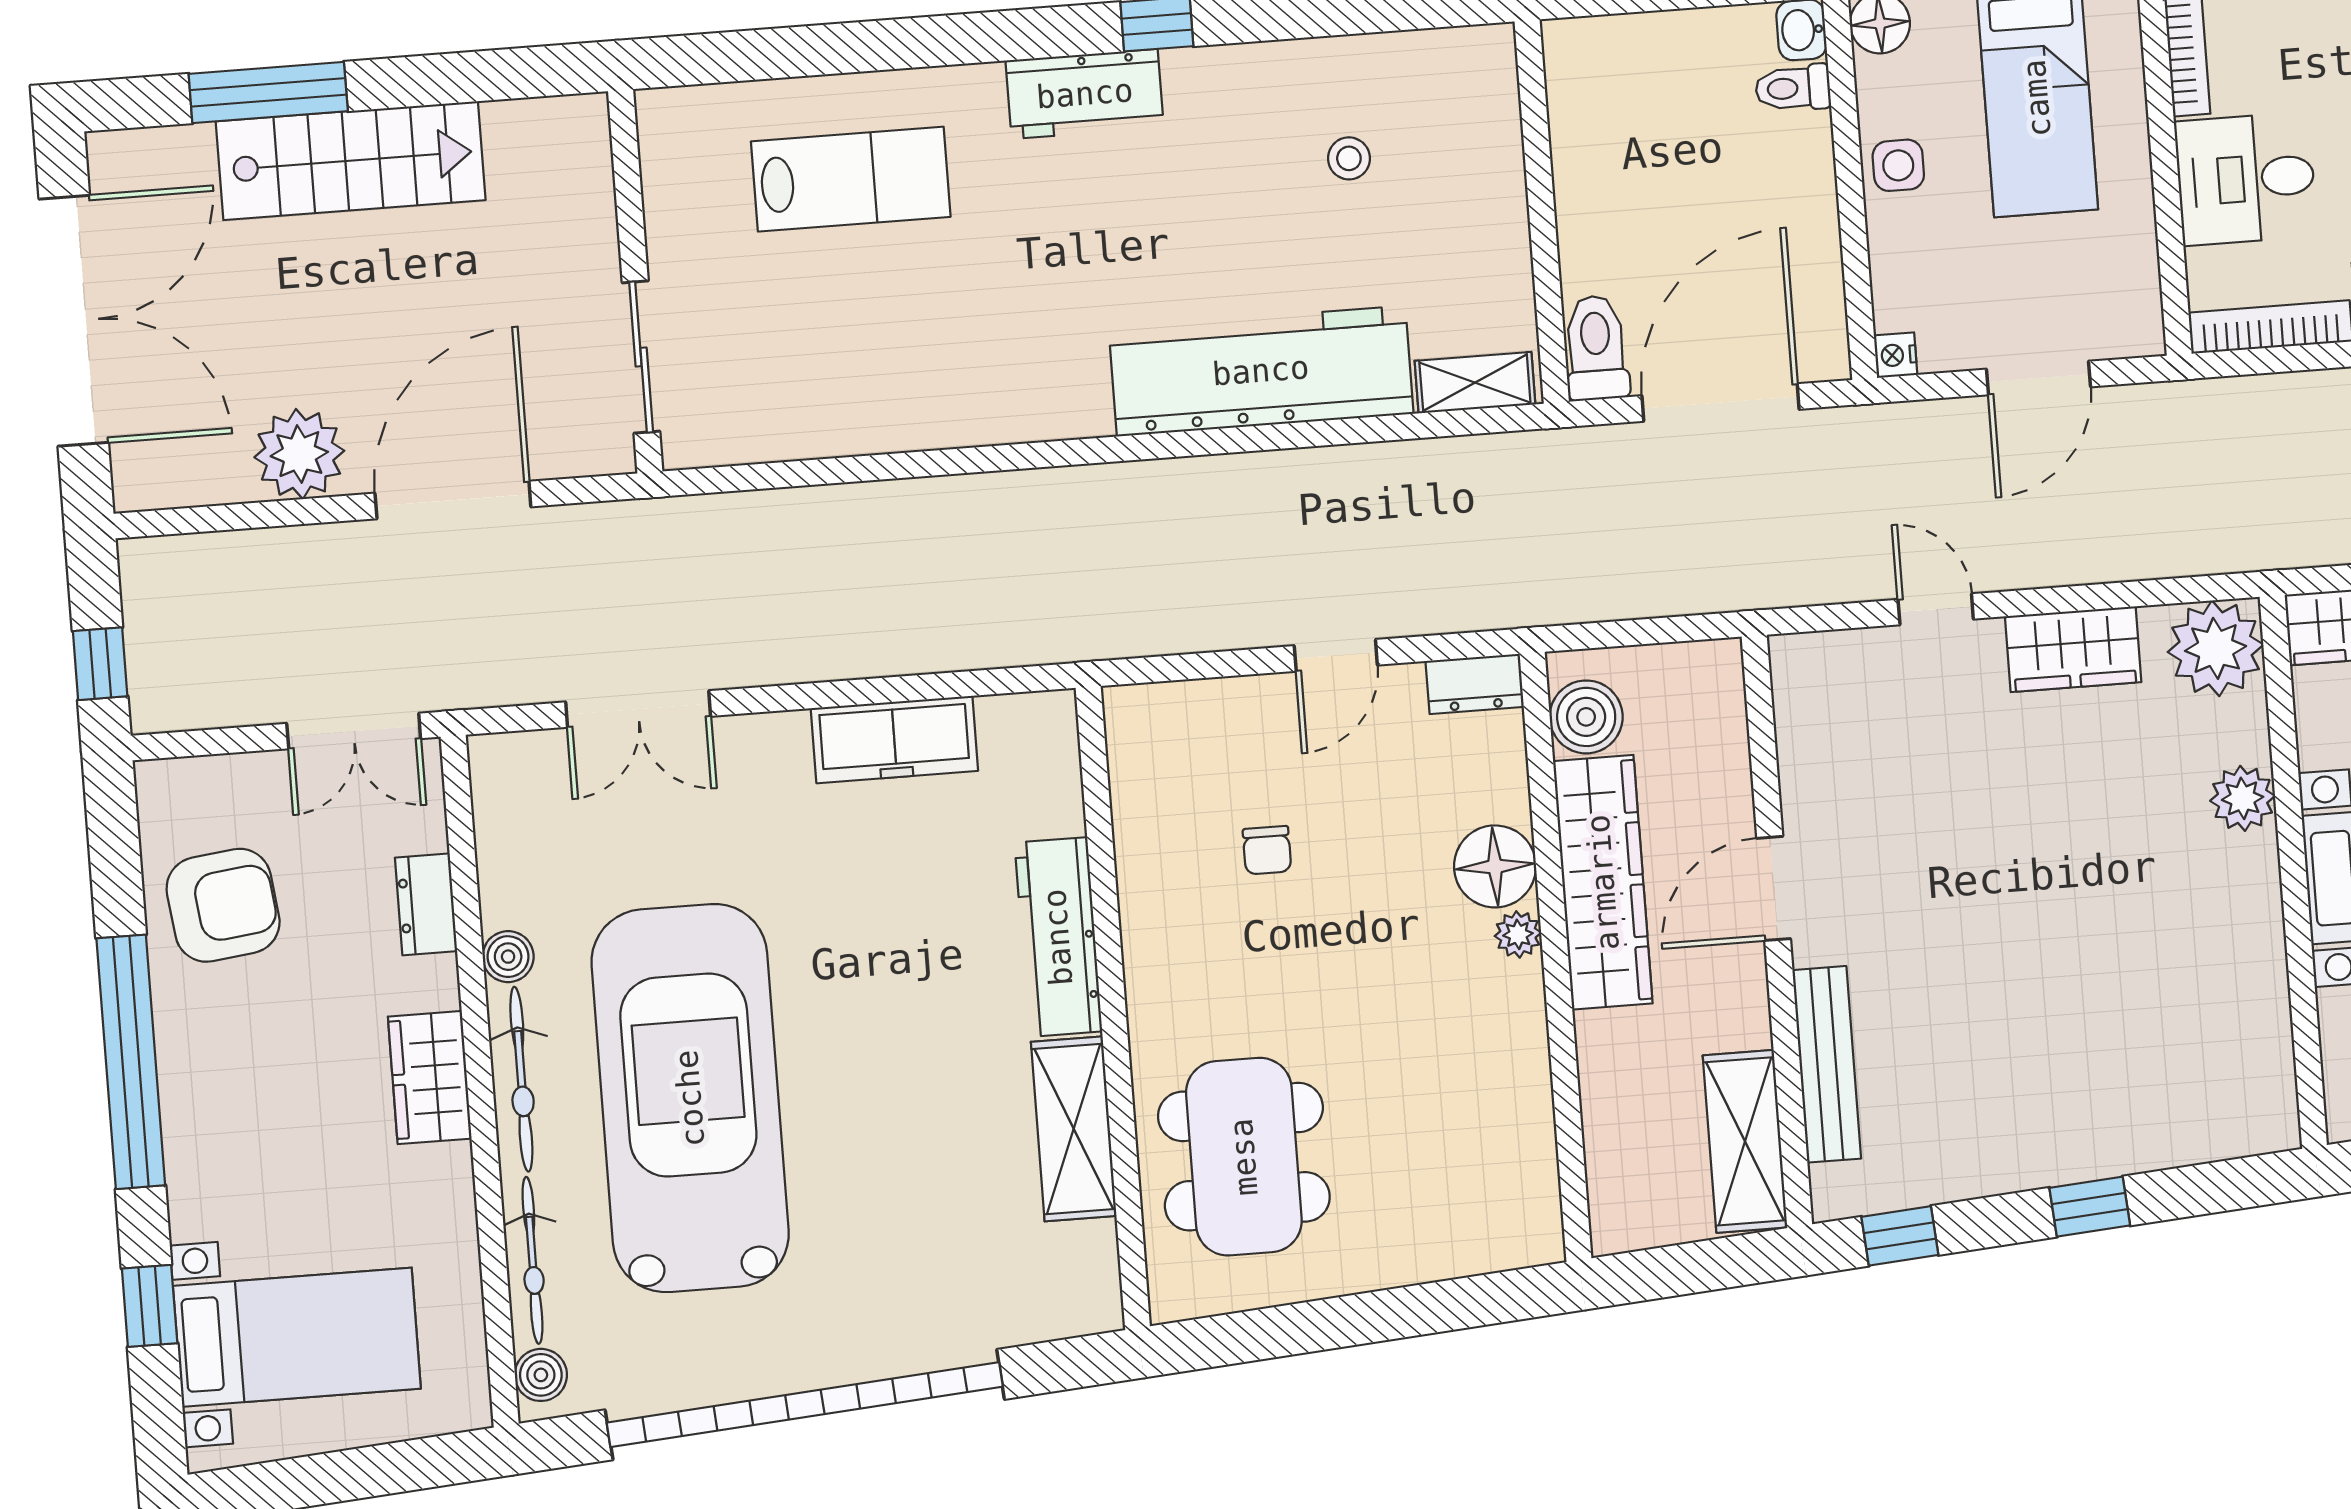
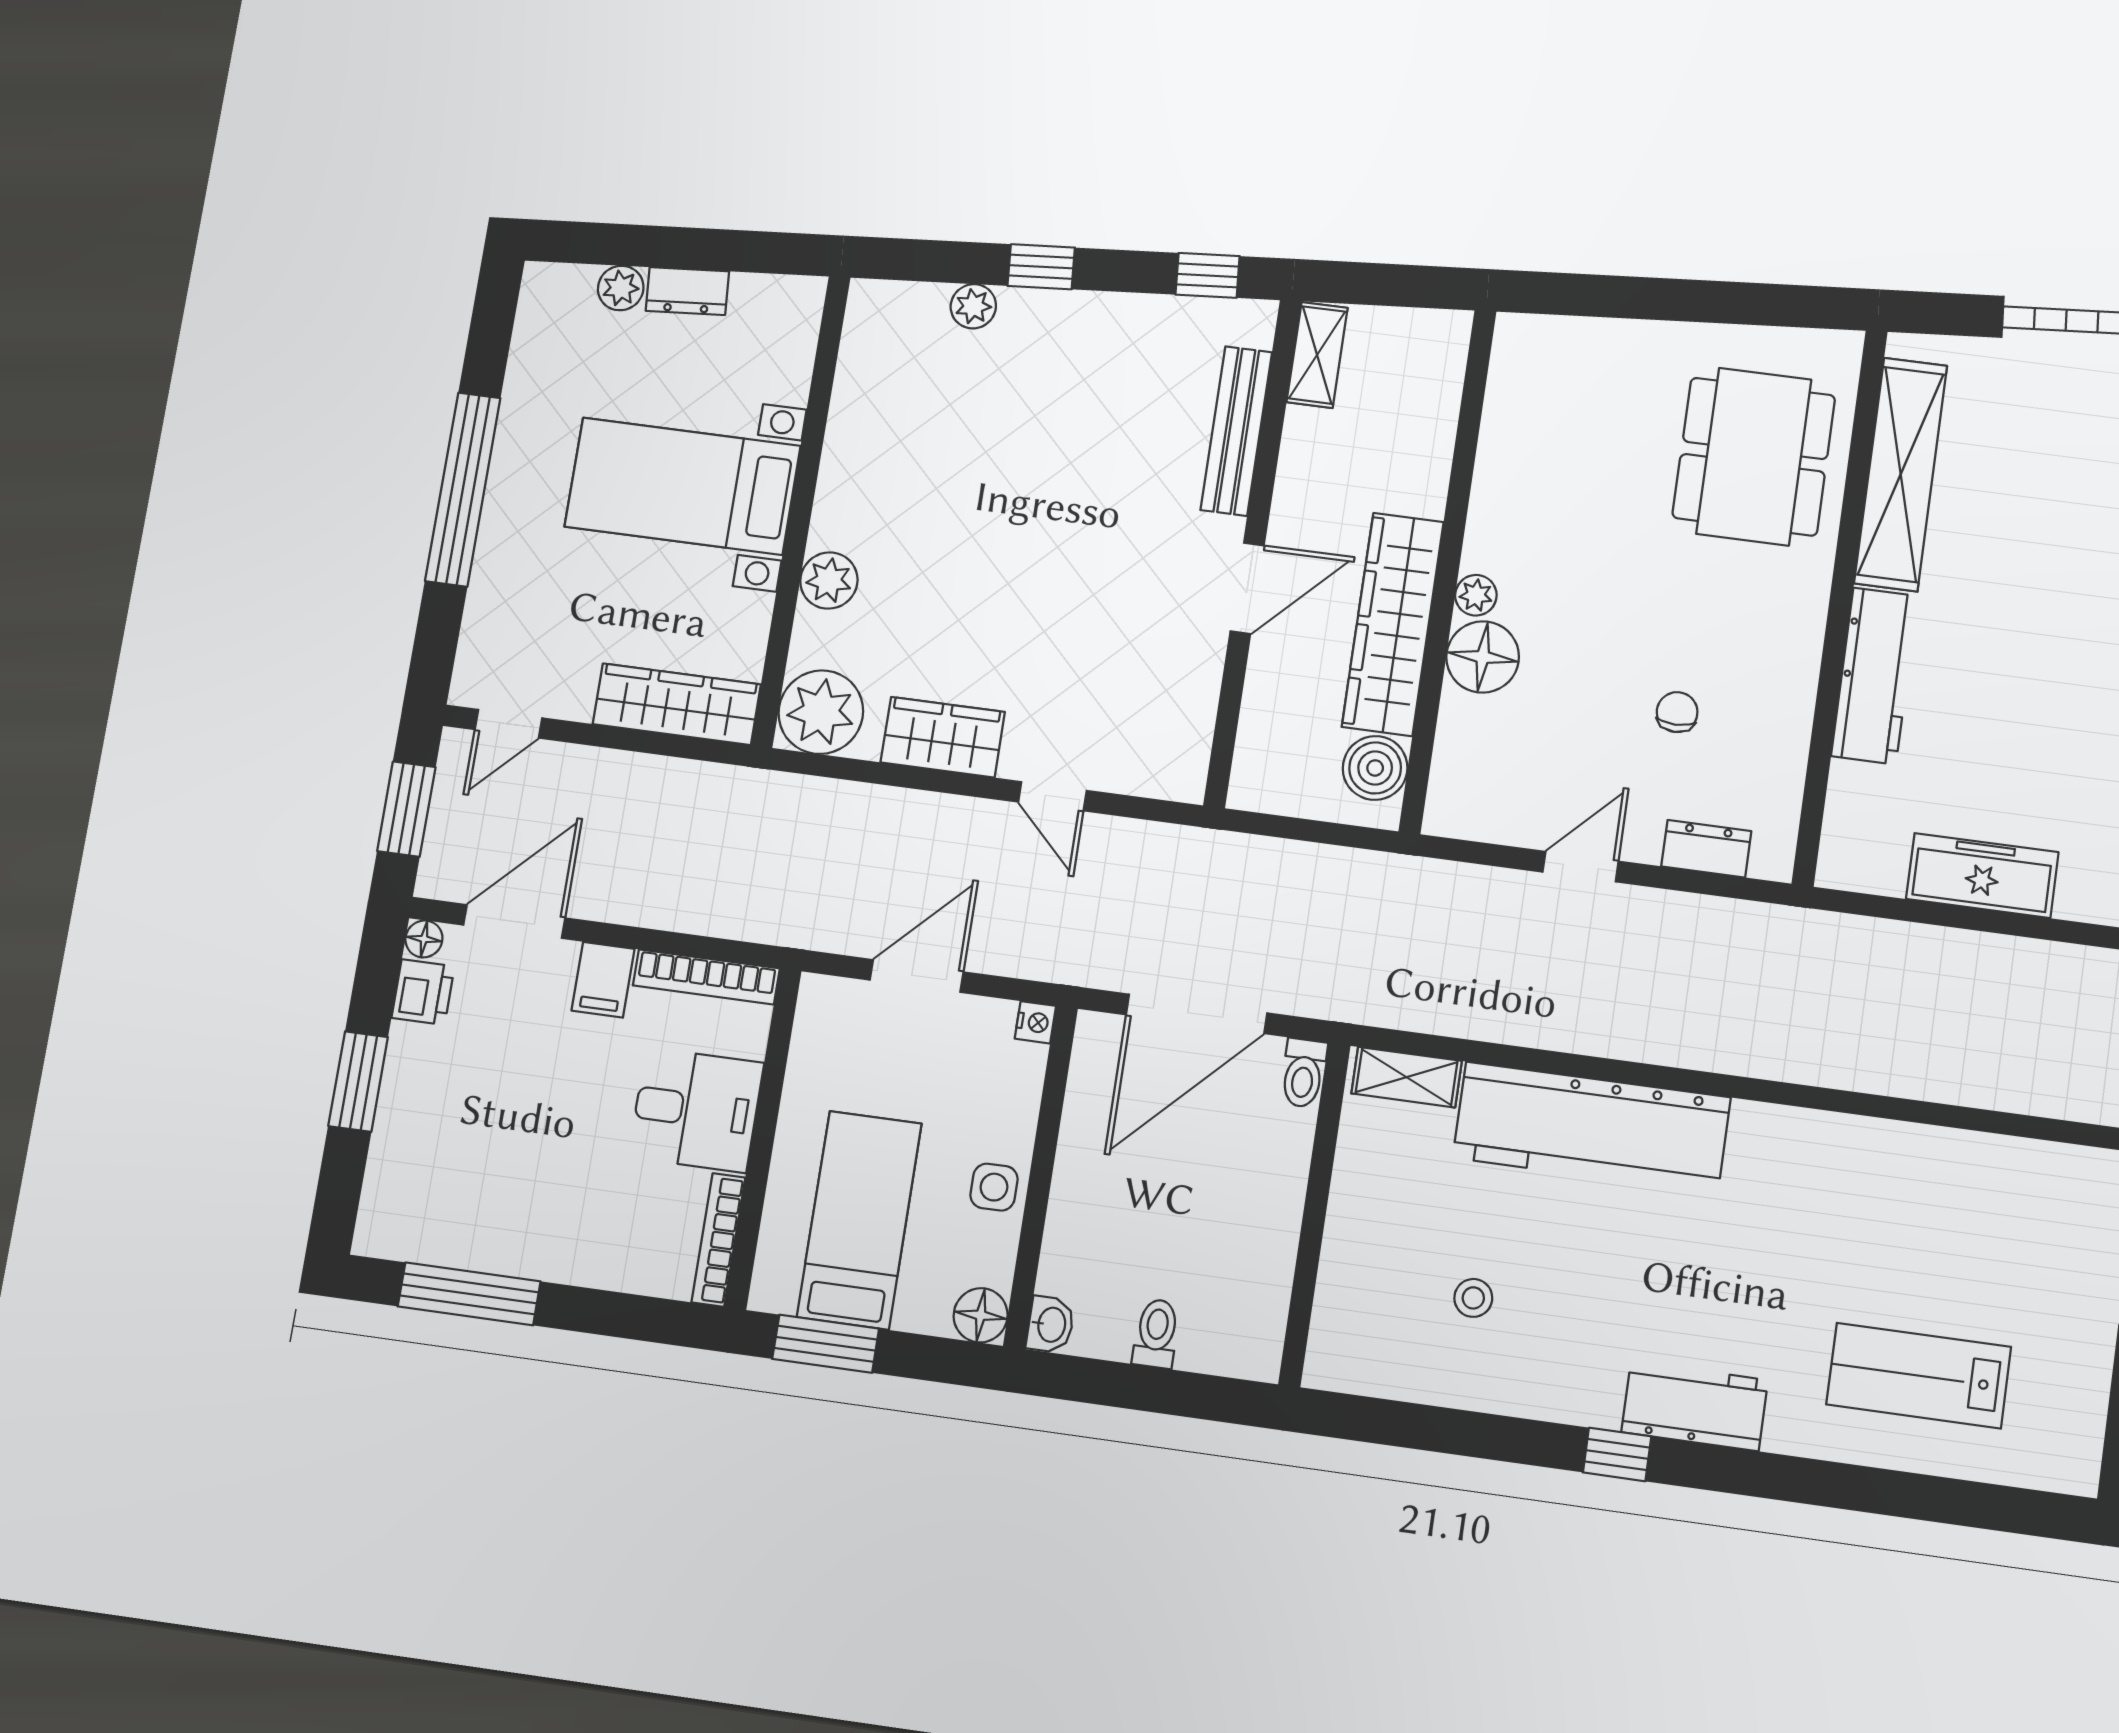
toilet: (1793, 88) -> (1156, 1333), moved, turned -90
toilet: (1596, 348) -> (1303, 1073), width x0.73, depth x0.72
dresser: (1475, 684) -> (1706, 849), moved
shelving: (1074, 1129) -> (1901, 474), width x1.47
shelving: (1745, 1141) -> (1317, 355), width x0.67, depth x0.75
plant: (2155, 1145) -> (973, 306), added

